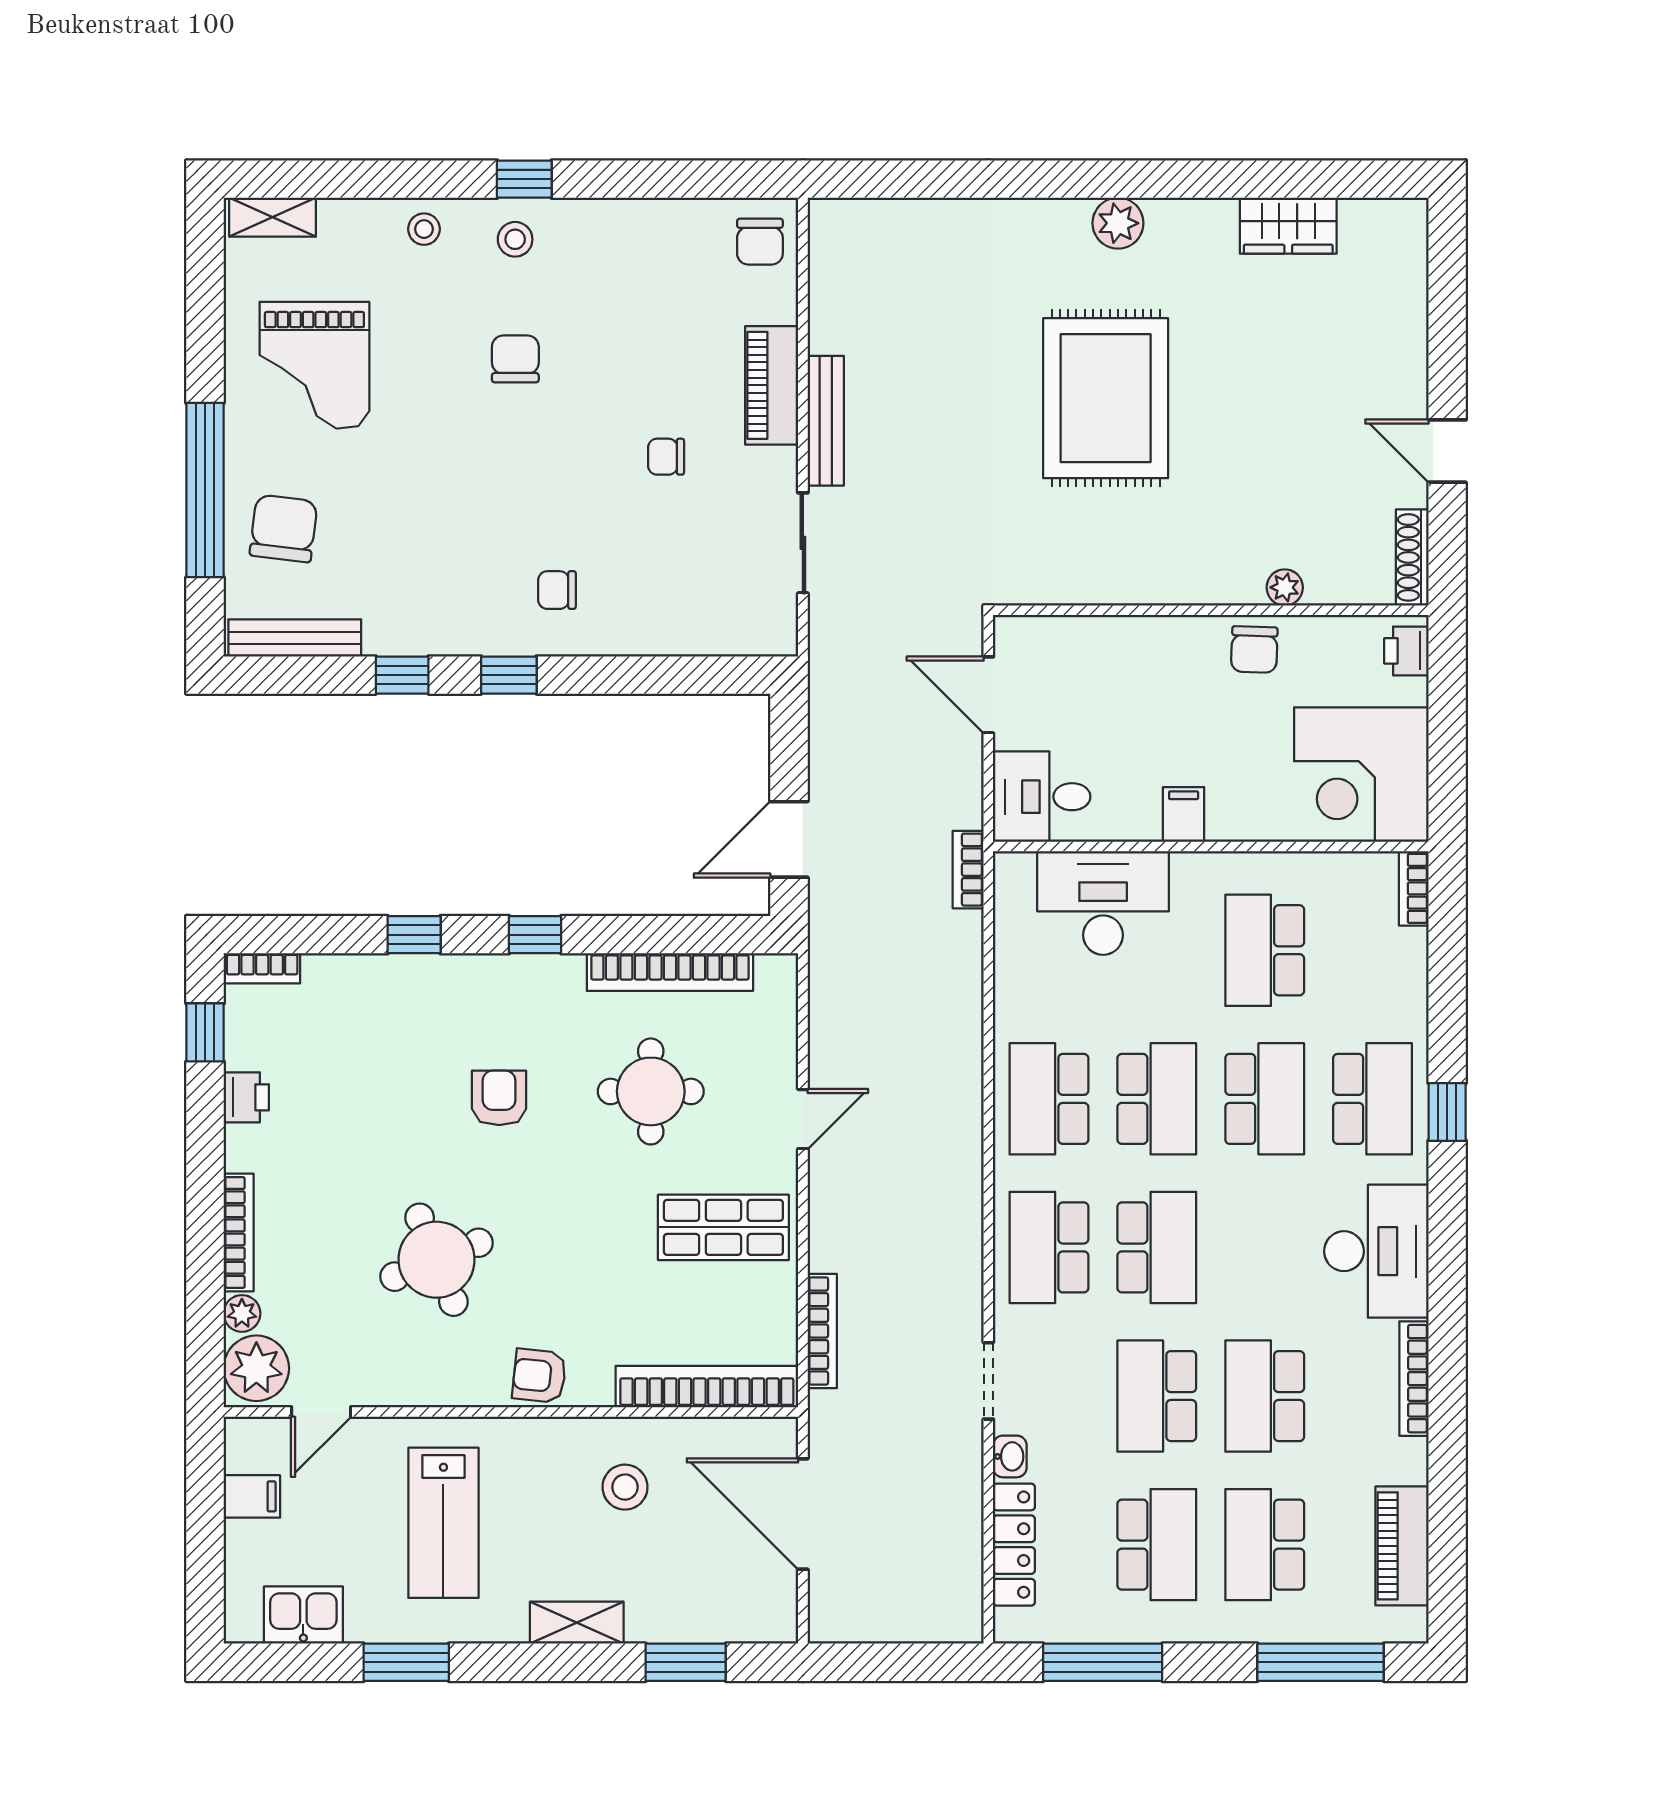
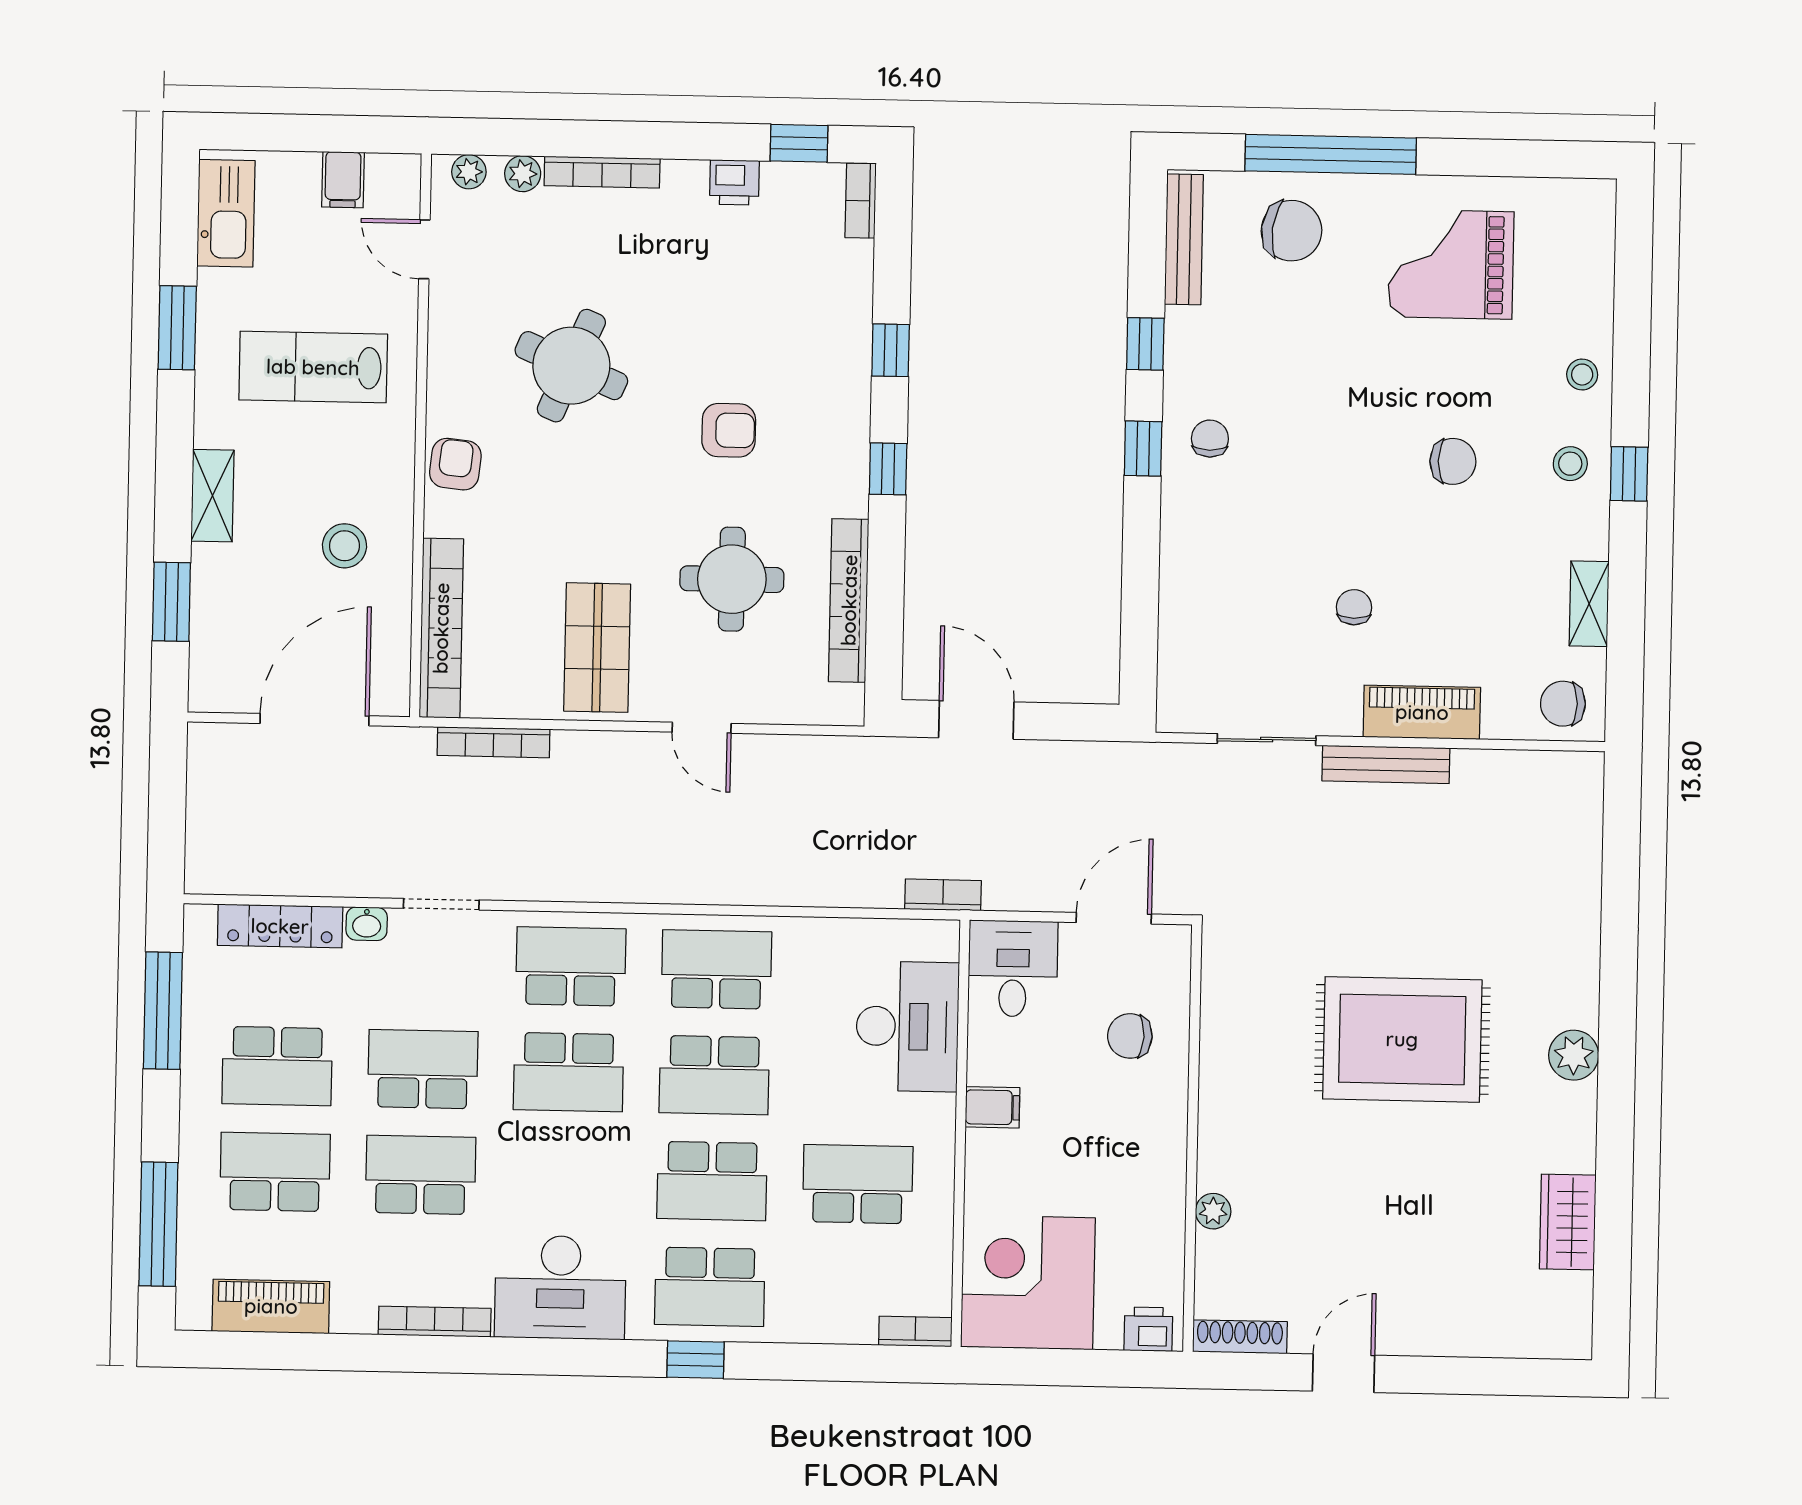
shelving: (273, 217) -> (1589, 604), moved
chair: (557, 590) -> (1210, 439), moved
chair: (1254, 649) -> (1130, 1036), moved
round table: (437, 1260) -> (571, 366), turned 45
plant: (256, 1368) -> (469, 172), width x0.53, depth x0.53
kitchen sink: (303, 1615) -> (226, 213), width x1.38

